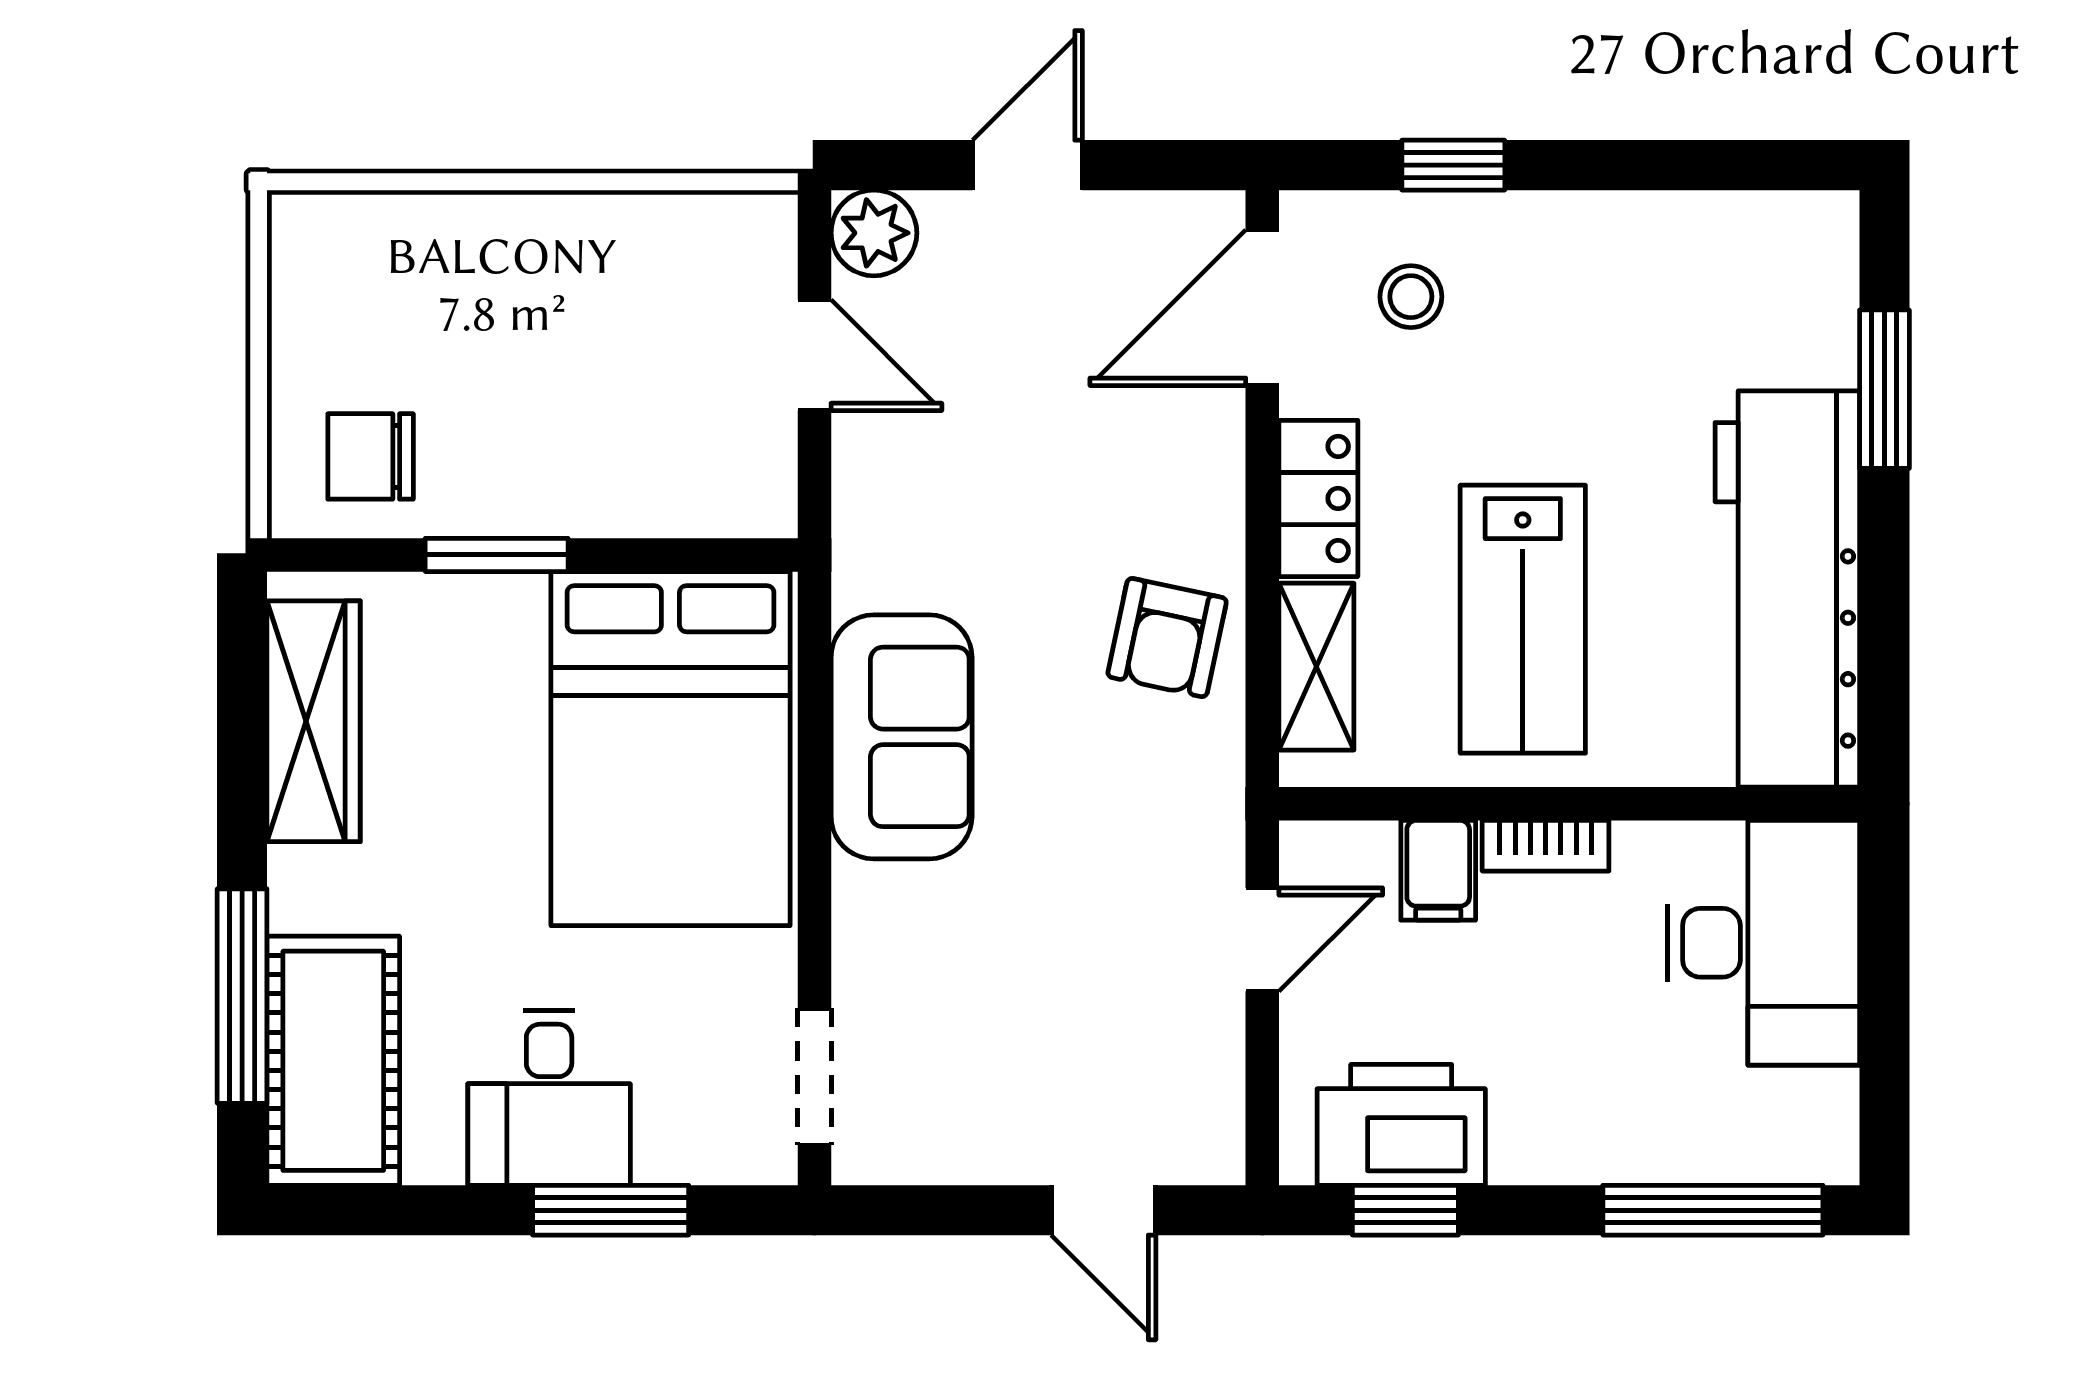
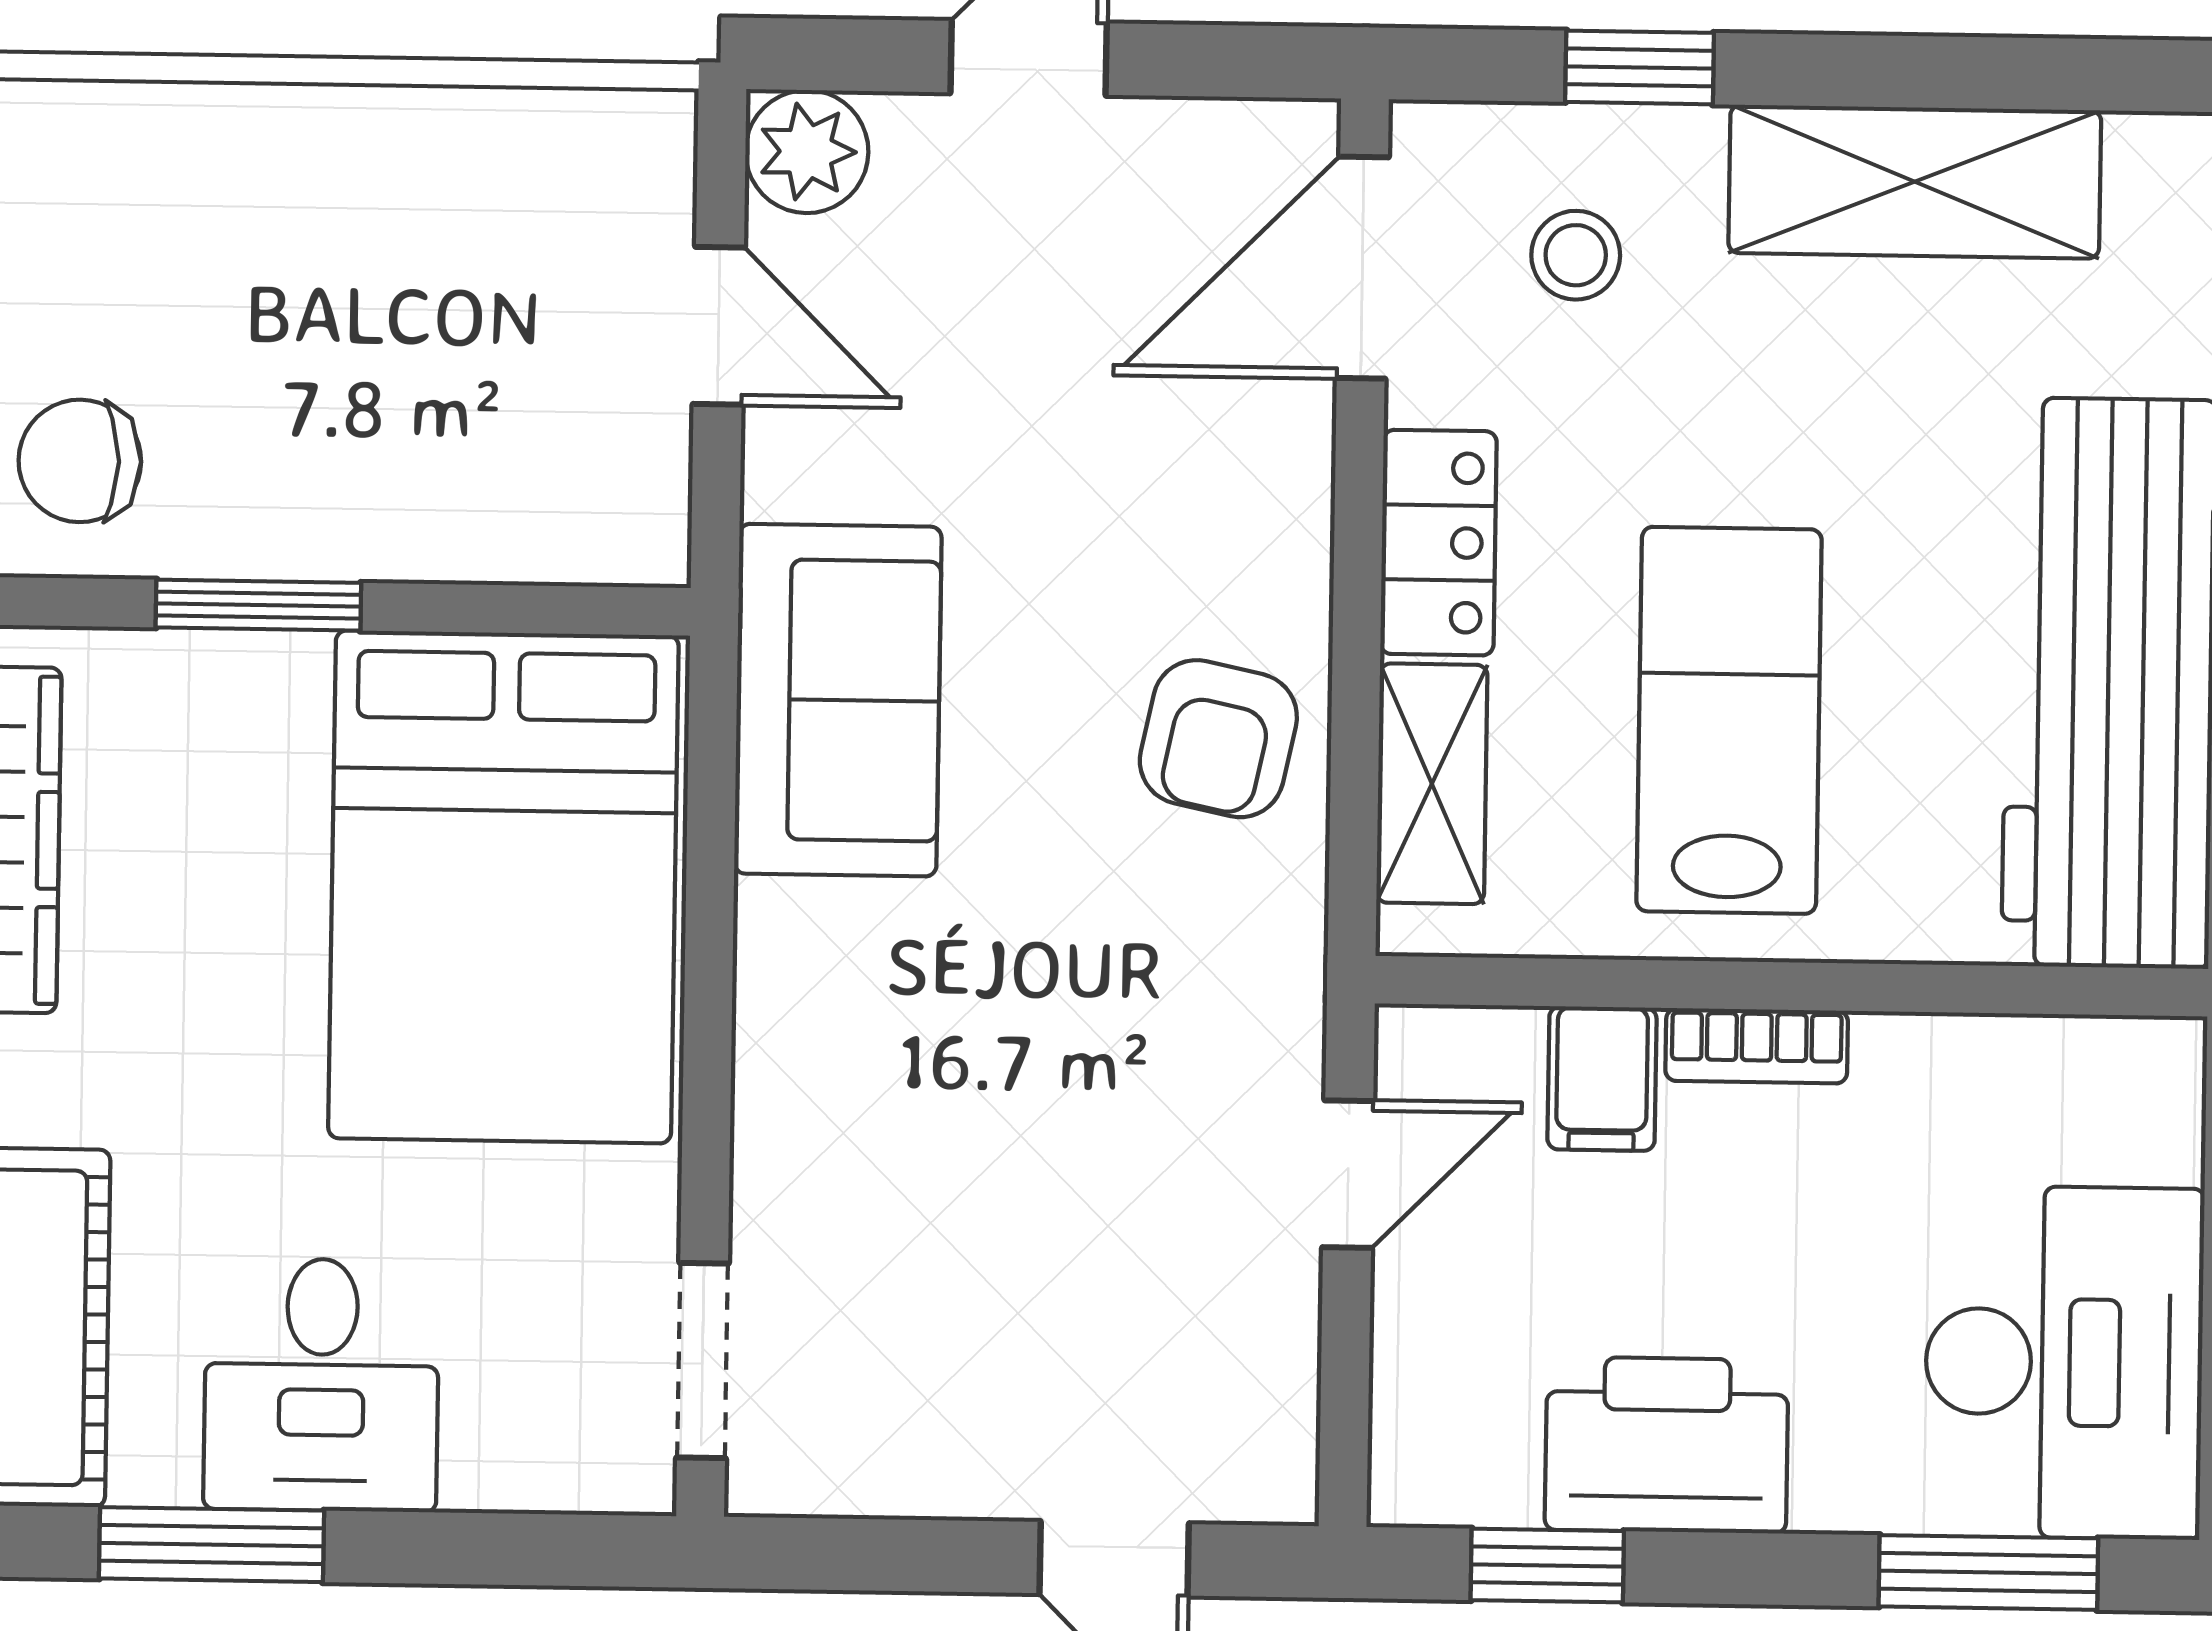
shelving: (1646, 242) -> (1915, 182), added
lab bench: (1523, 619) -> (1729, 720), turned 180
sofa: (902, 737) -> (838, 700), moved
desk: (1763, 943) -> (2064, 1362), moved
printer: (1401, 1125) -> (1667, 1445), moved
window: (611, 1210) -> (212, 1545), moved
window: (1713, 1210) -> (1988, 1572), width x0.69

